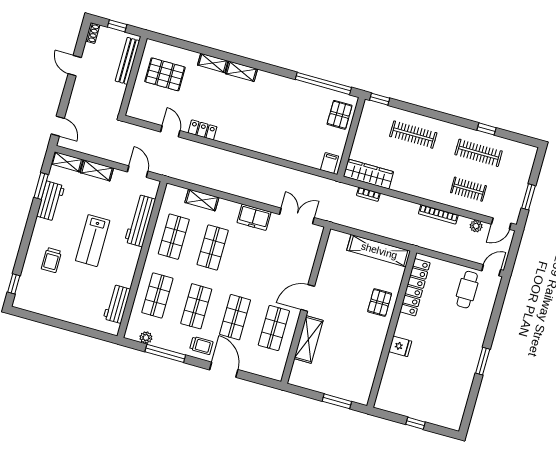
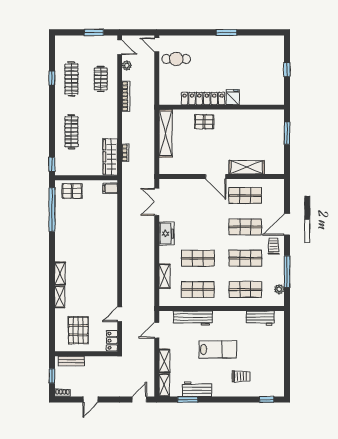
bench: (127, 61) -> (71, 361), width x0.73
locker: (202, 130) -> (112, 341), moved
locker: (415, 287) -> (203, 98), moved

